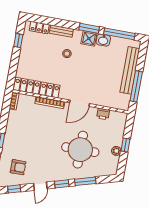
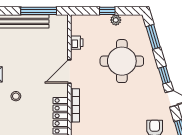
door: (80, 103) -> (69, 72), swing flipped
window: (85, 181) -> (153, 37), moved

